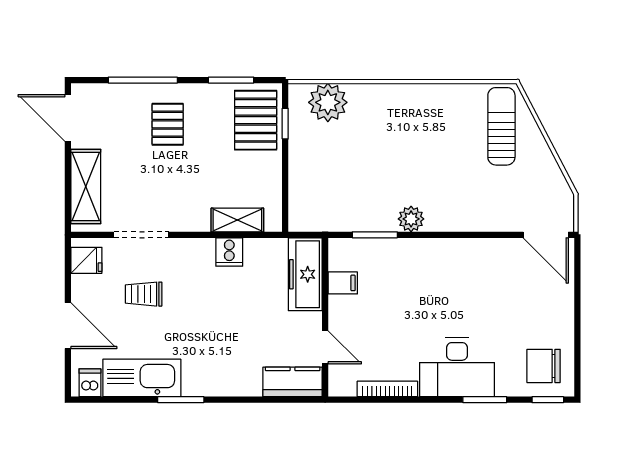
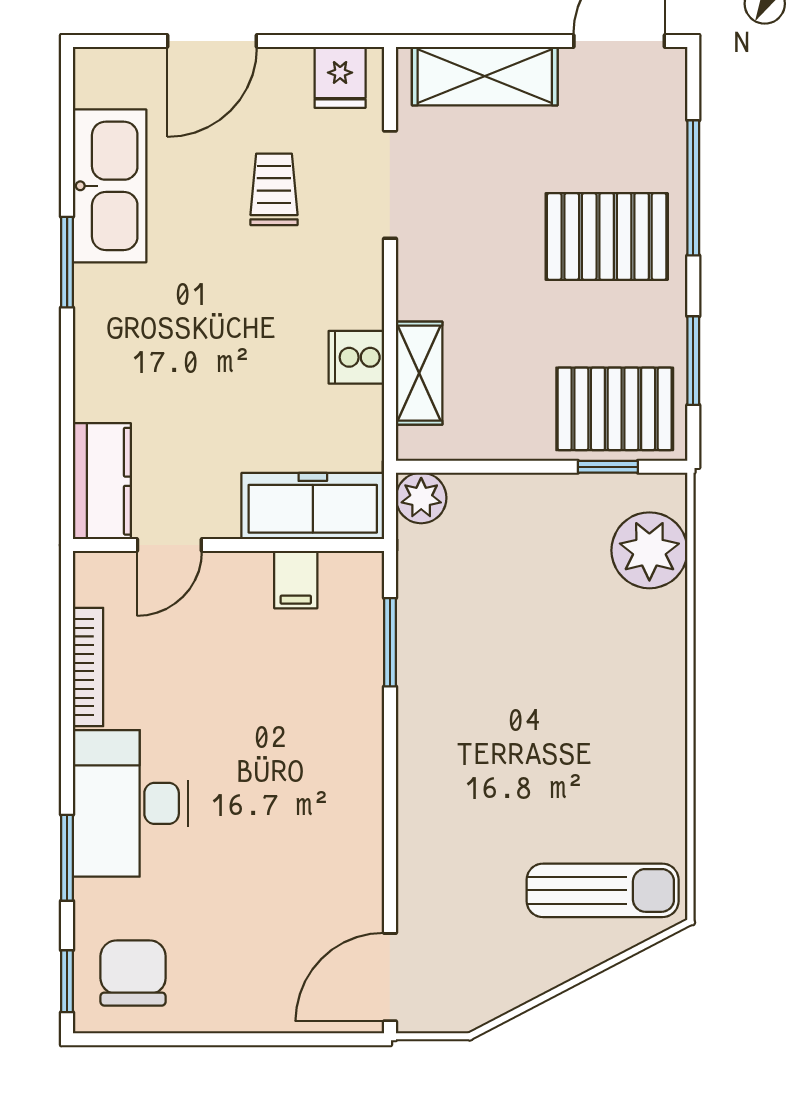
pallet: (168, 124) -> (607, 236), width x1.50, depth x1.42
plant: (411, 219) -> (421, 498), moved
dishwasher: (90, 383) -> (100, 84), removed

